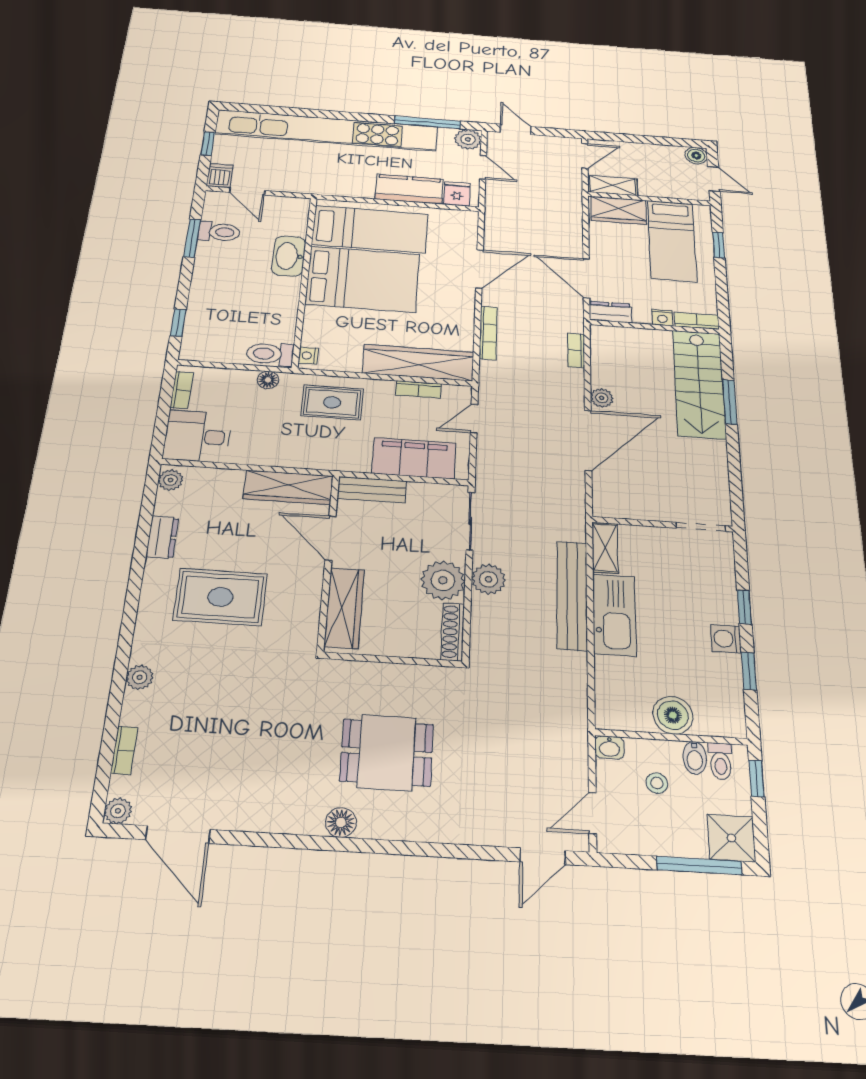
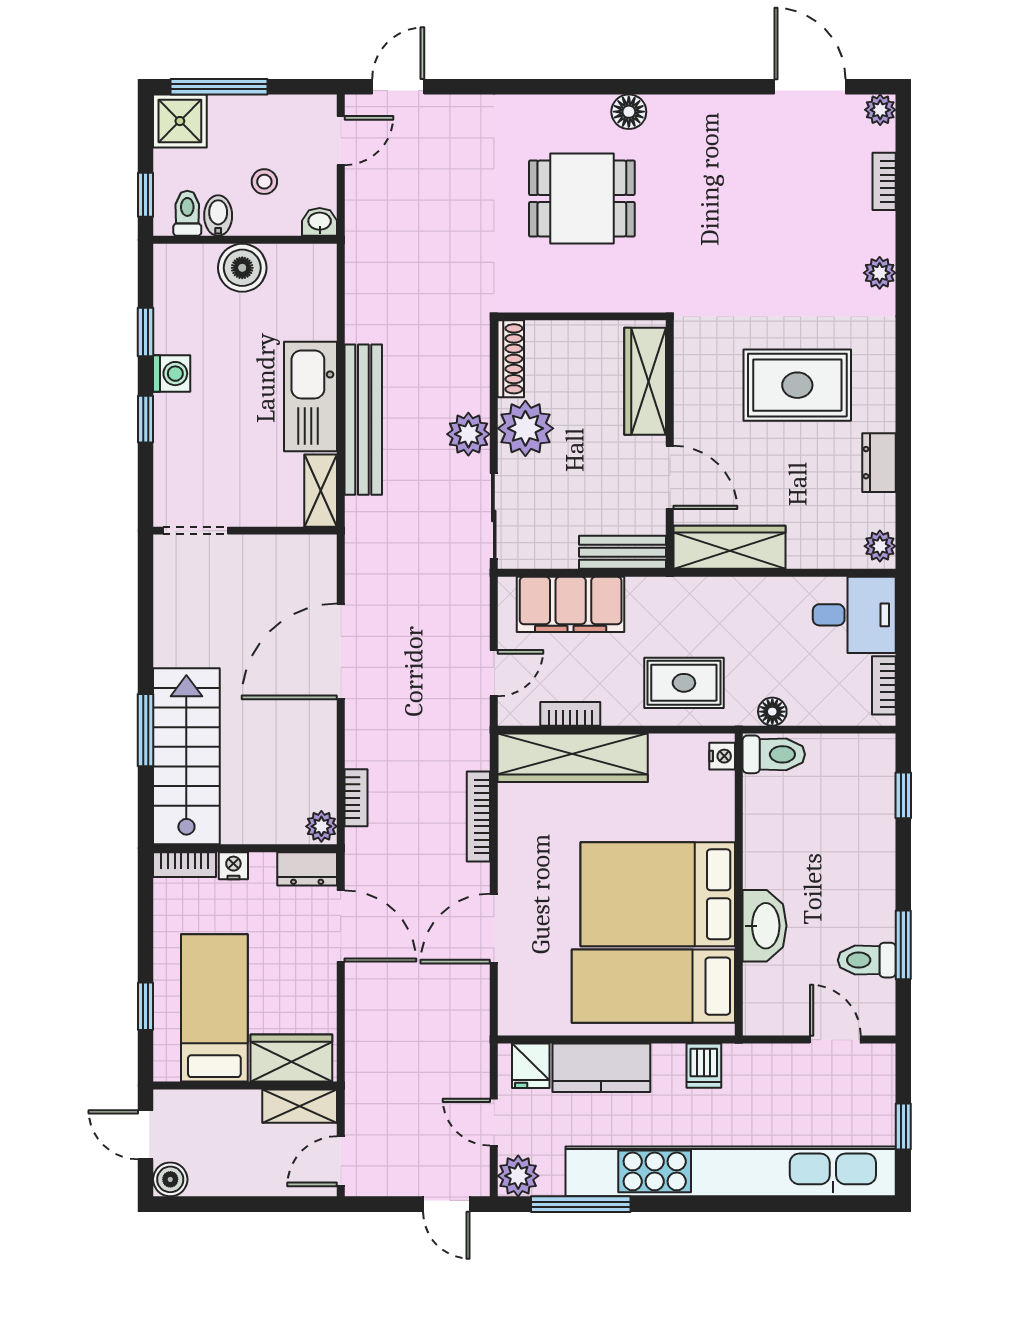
dishwasher: (220, 176) -> (704, 1066), moved
plant: (602, 398) -> (321, 826), moved

